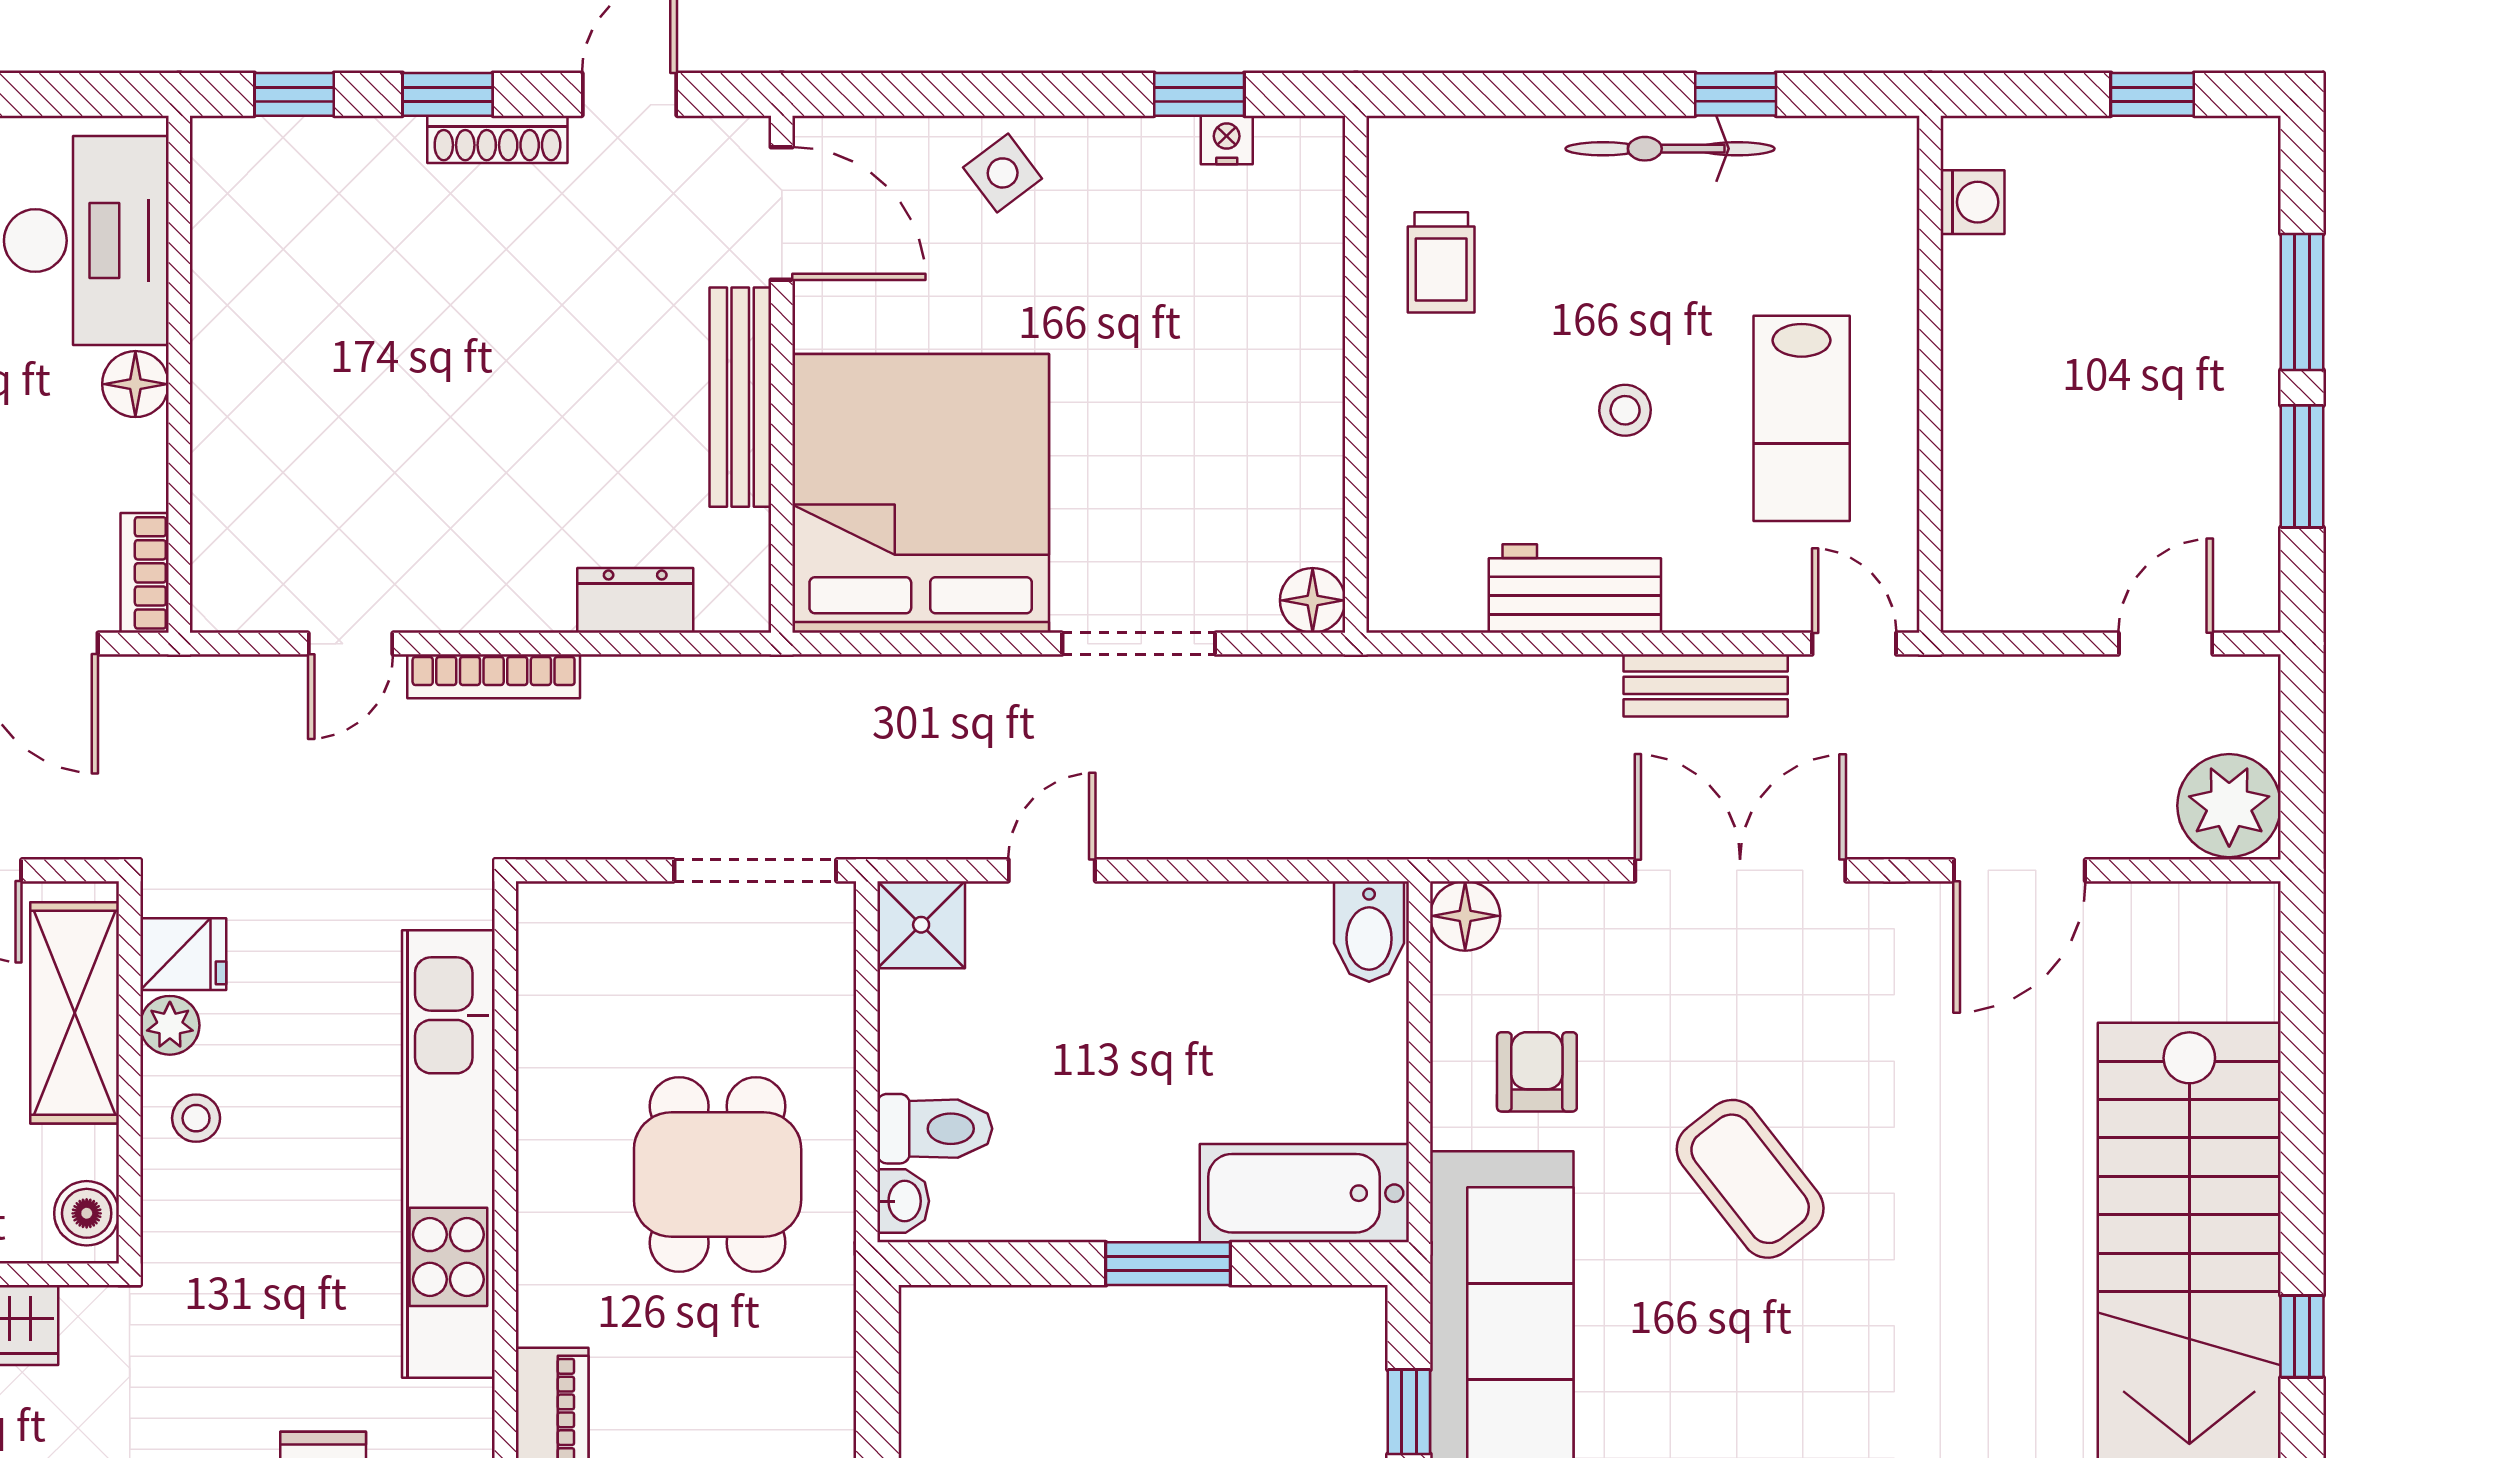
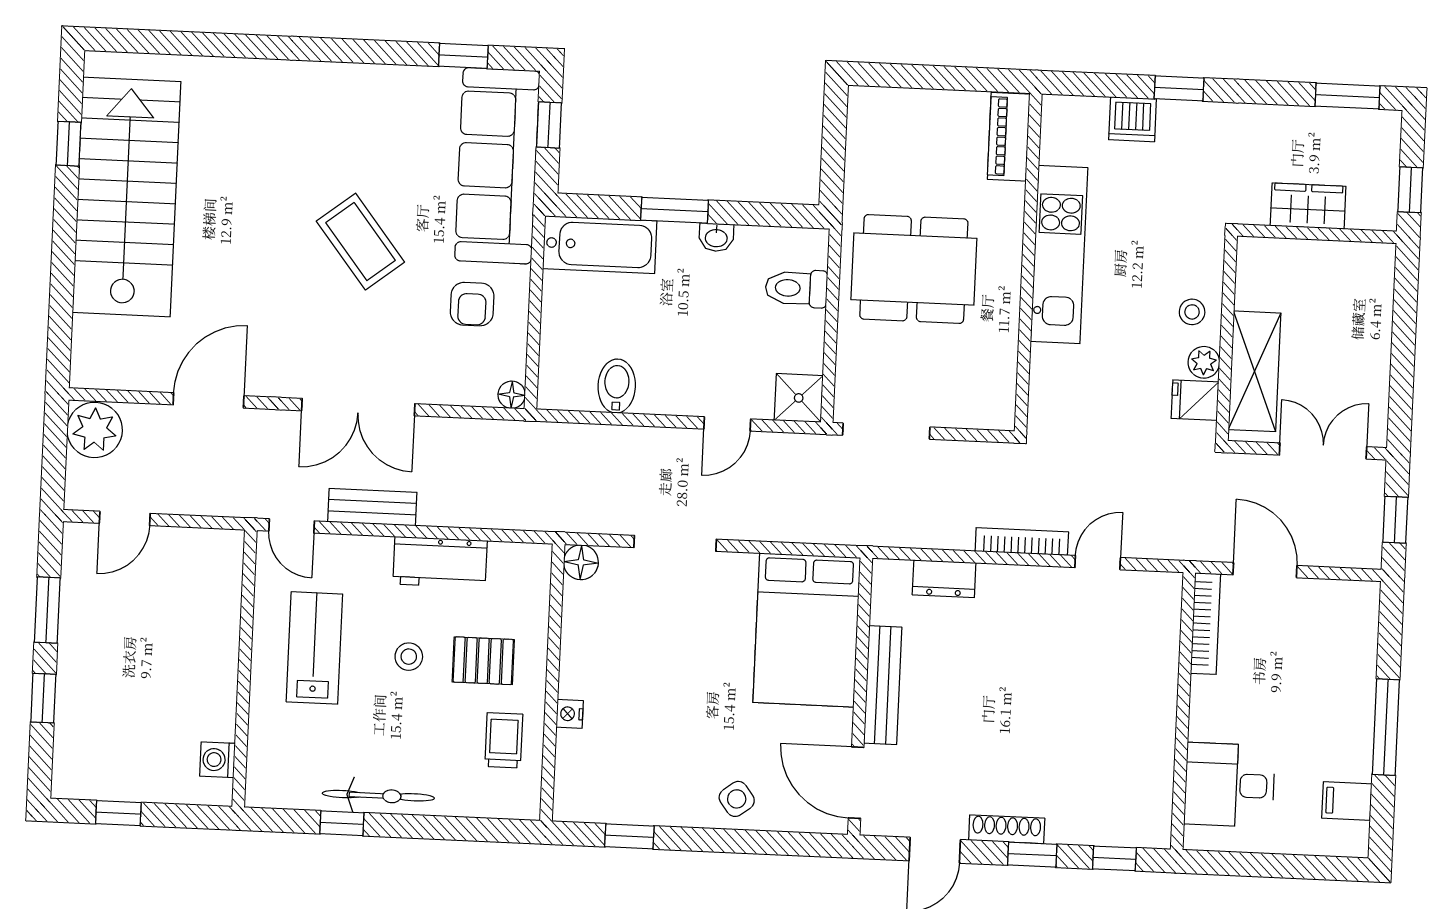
nightstand: (1227, 140) -> (570, 714), moved, turned 90
desk: (86, 241) -> (1229, 785), width x0.73
window: (2302, 302) -> (43, 698), width x0.67
floor lamp: (135, 384) -> (1207, 707), removed
pallet: (1486, 409) -> (483, 661), added
bed: (921, 493) -> (807, 630), width x0.73
bookcase: (145, 573) -> (1206, 624), width x1.56
floor lamp: (1465, 916) -> (512, 395), width x0.73, depth x0.73
bidet: (1369, 931) -> (617, 386), moved
kitchen unit: (448, 1154) -> (1059, 255), width x0.73
dining table: (718, 1175) -> (914, 269), width x1.38
washbasin: (903, 1201) -> (716, 237), moved, turned -90
boiler: (87, 1213) -> (1253, 264), removed

